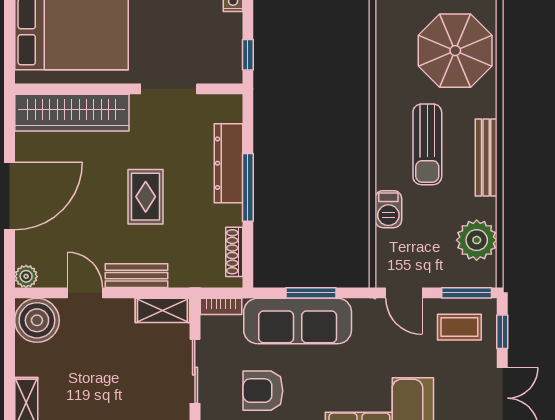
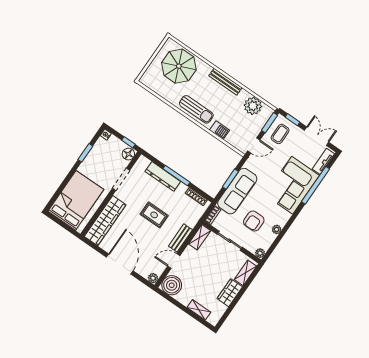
floor lamp: (226, 70) -> (128, 154), added
sun lounger: (427, 144) -> (196, 109), moved

